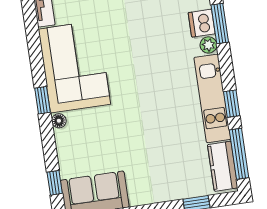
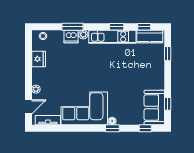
window: (42, 100) -> (112, 128), moved
window: (239, 154) -> (144, 27), width x0.46

